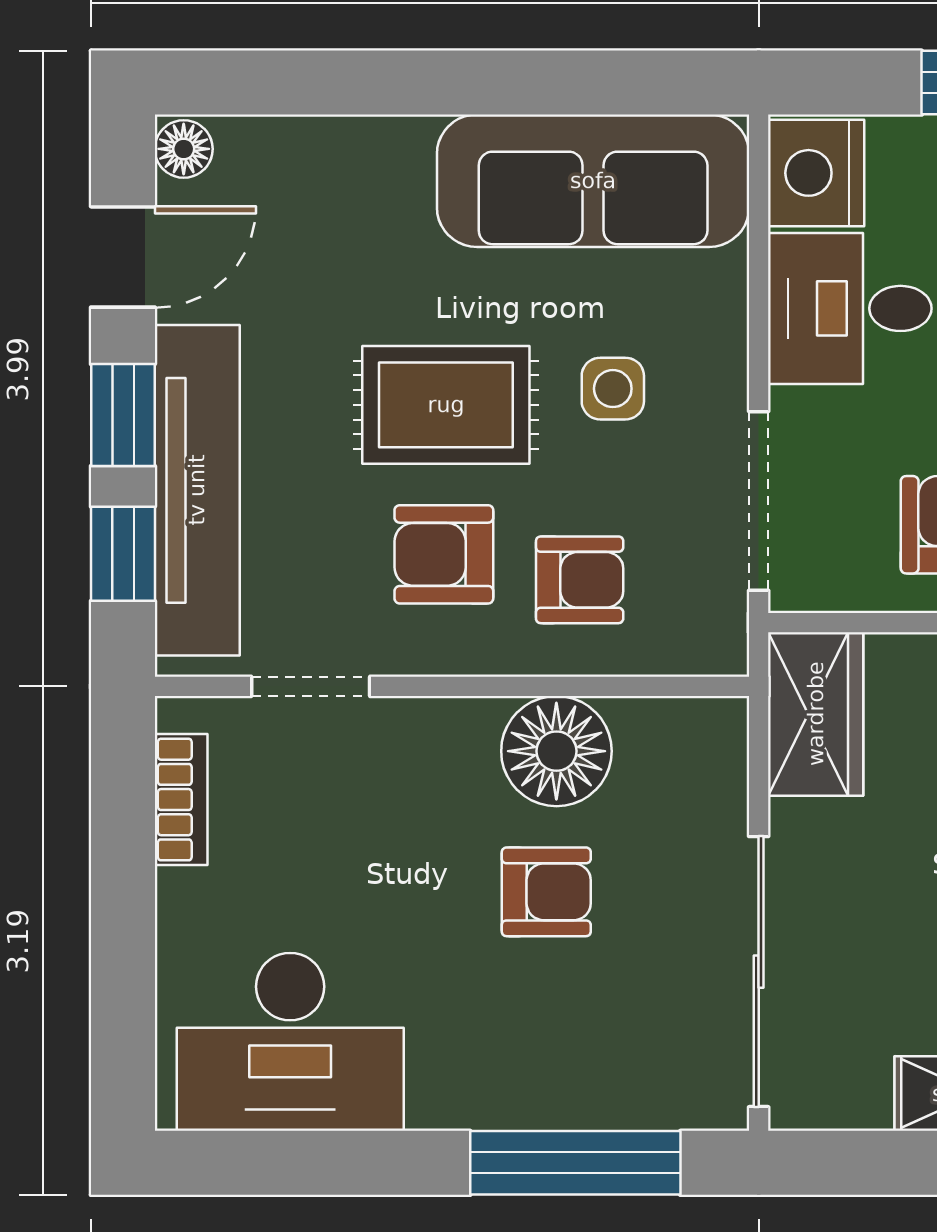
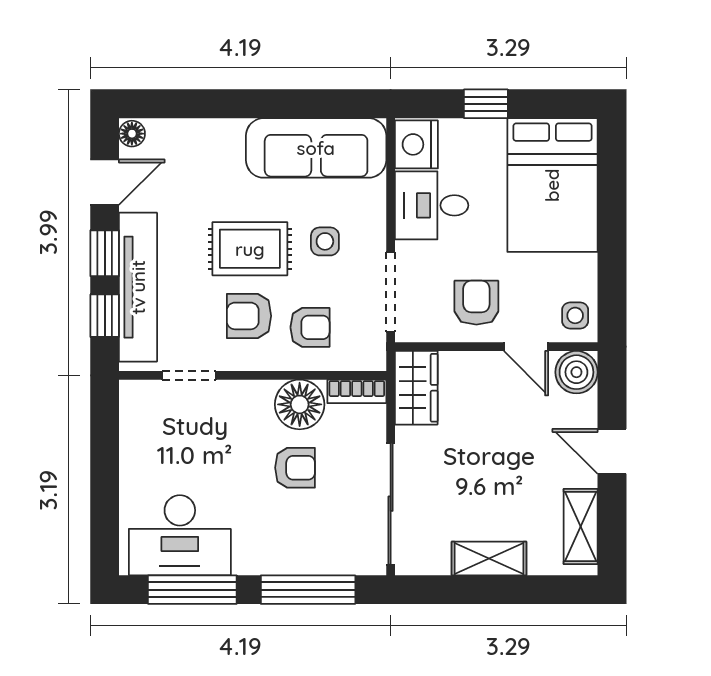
bookcase: (181, 800) -> (357, 391), moved, turned 90
window: (318, 1163) -> (192, 590), added

